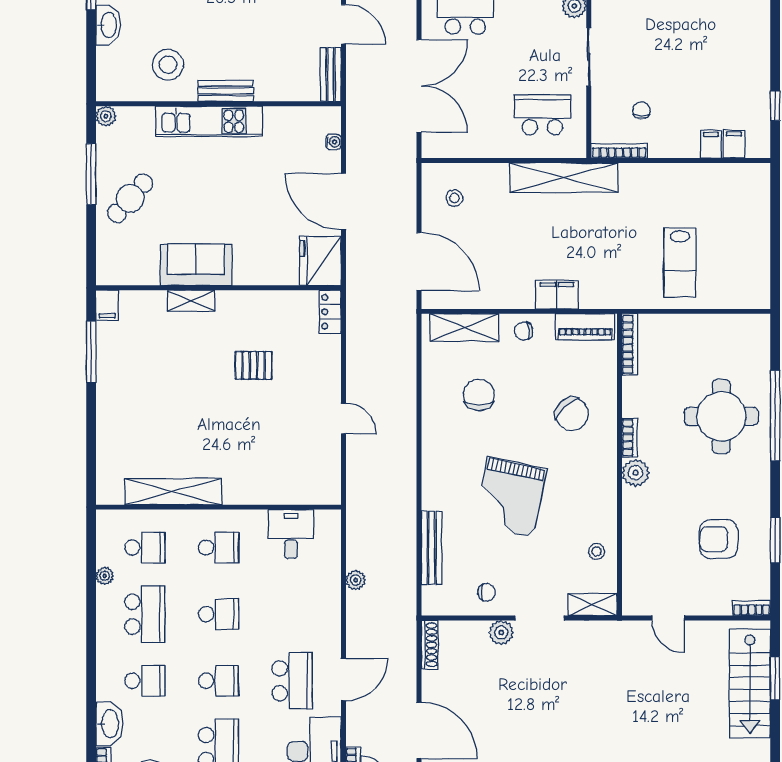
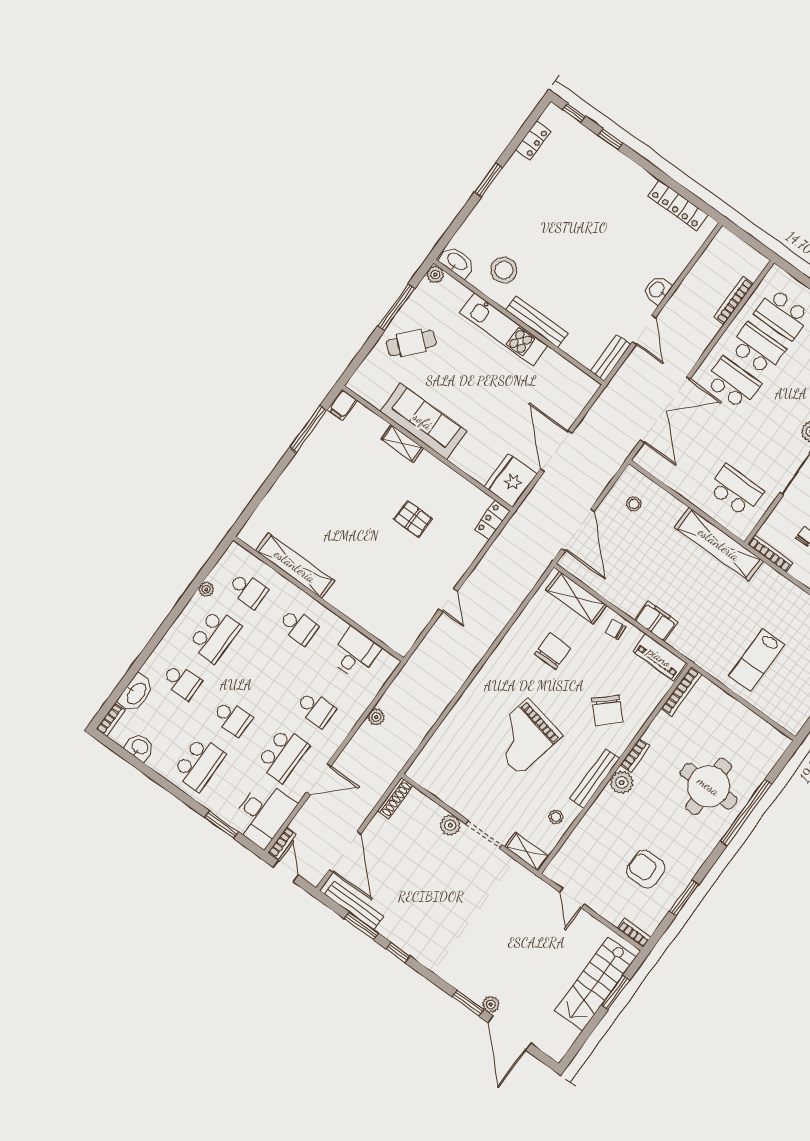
washbasin: (108, 25) -> (457, 262), moved, turned -90
bench: (226, 91) -> (537, 322), width x1.36
water cooler: (333, 142) -> (579, 405), removed
sofa: (196, 265) -> (423, 421), width x1.36
bench: (432, 548) -> (595, 778), moved
chair: (487, 592) -> (460, 790), removed
school desk: (218, 614) -> (316, 709), moved

